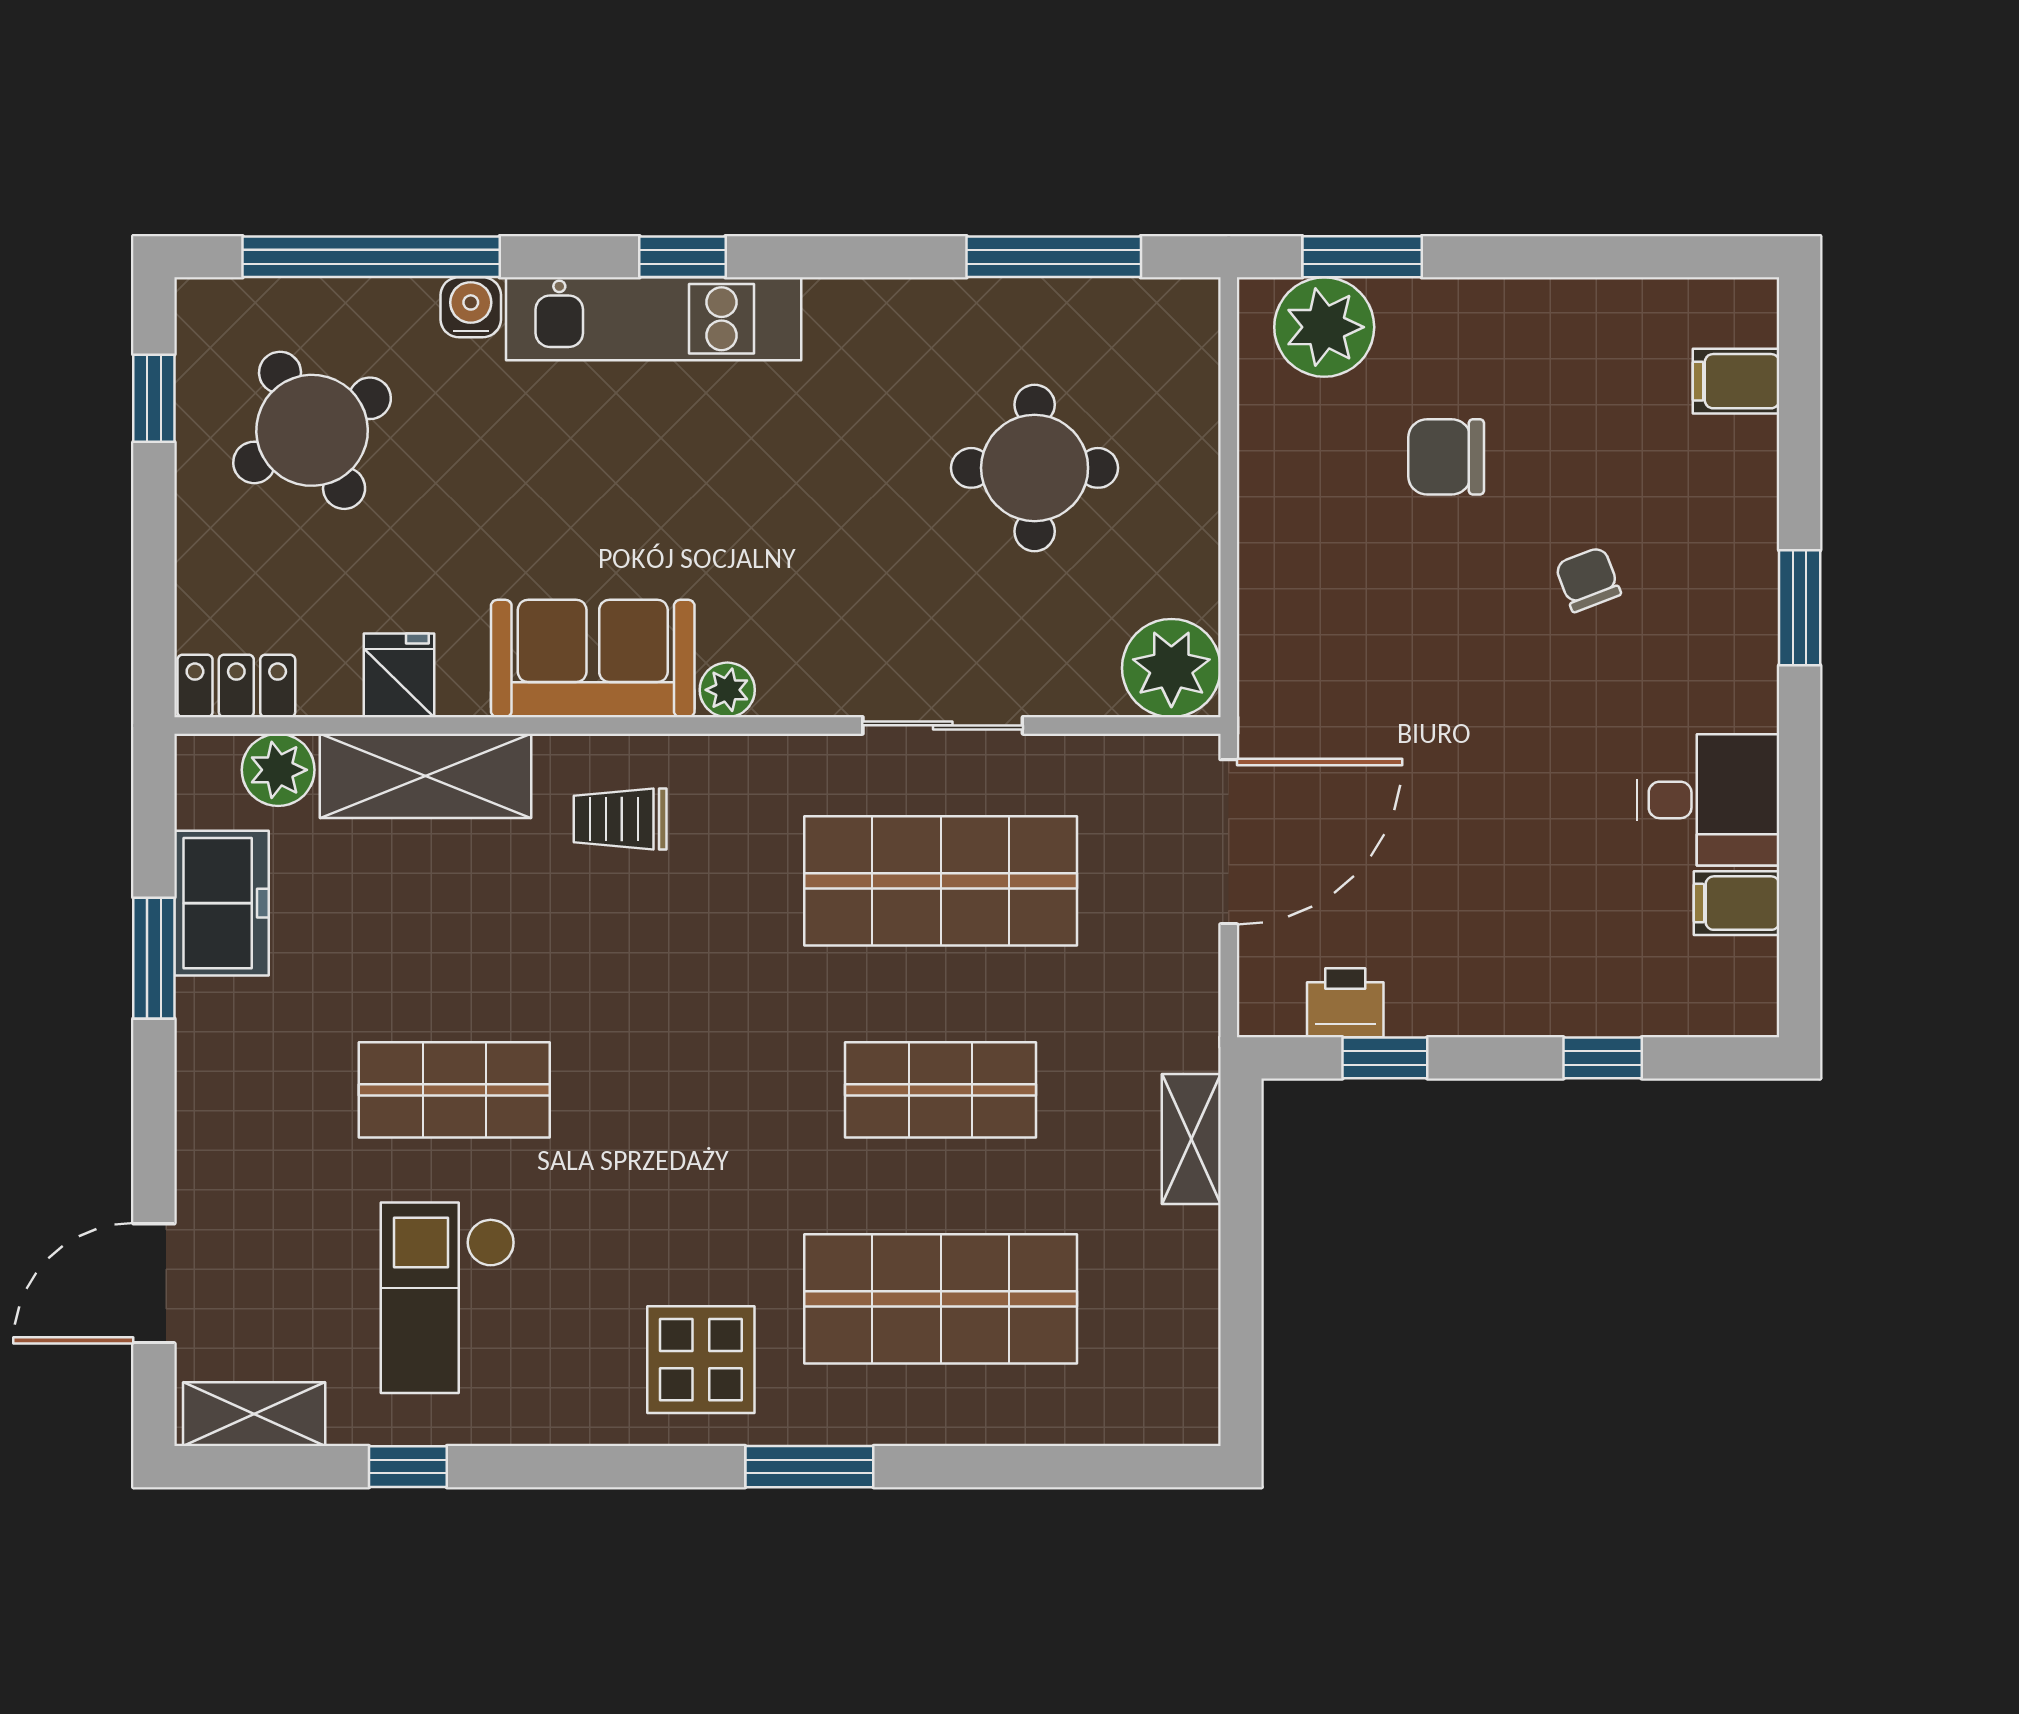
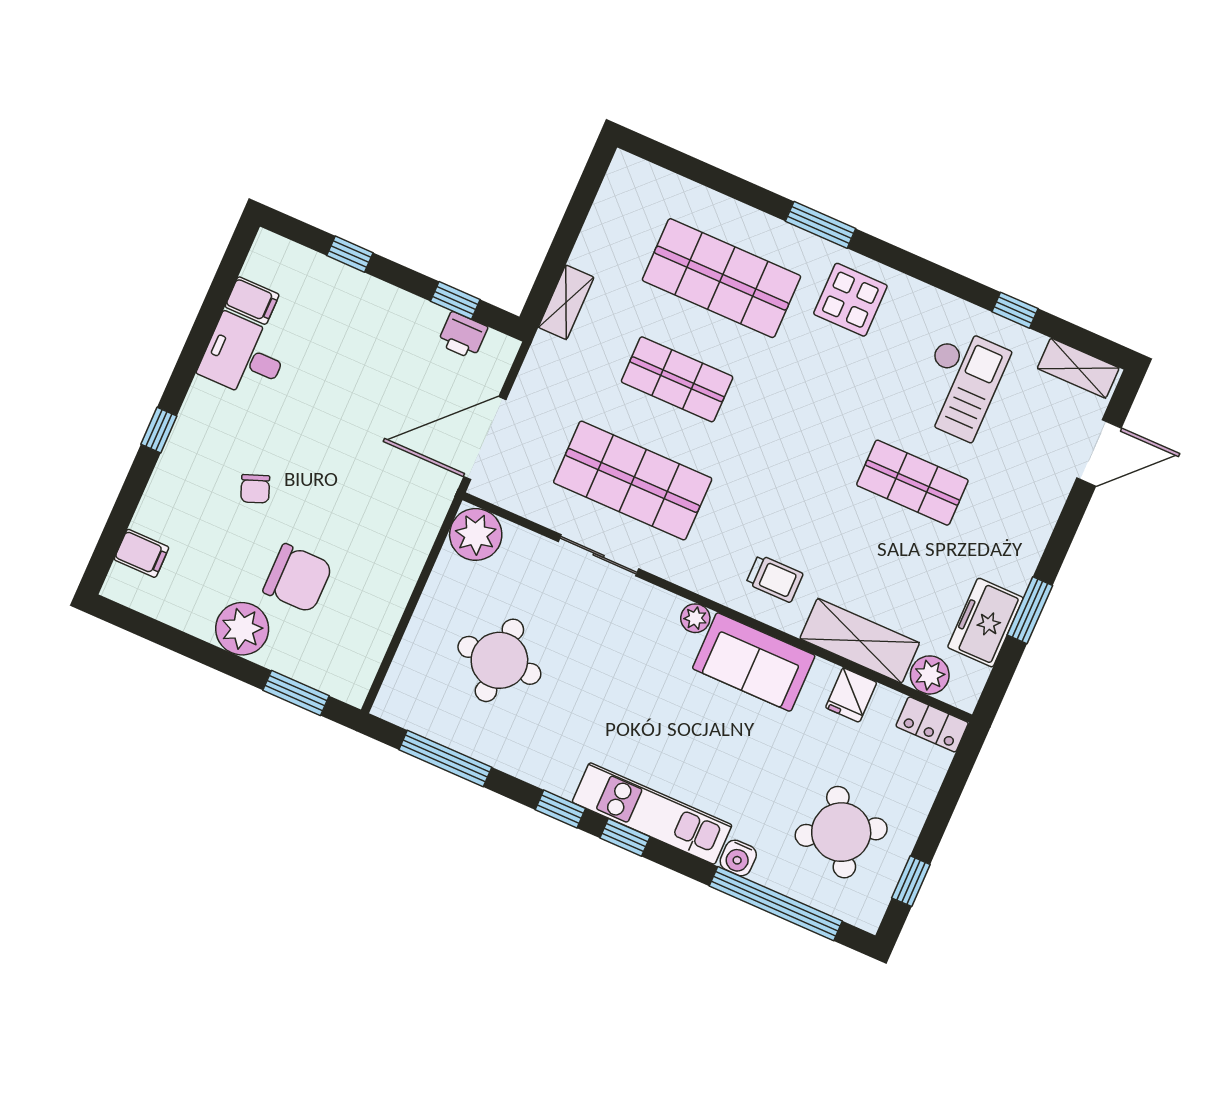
window: (816, 257) -> (560, 809), added
plant: (1324, 327) -> (242, 629), moved
chair: (1446, 457) -> (298, 578), width x1.37, depth x1.37
window: (1800, 608) -> (159, 430), width x0.67

